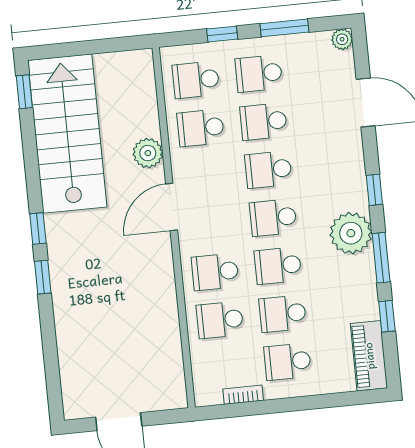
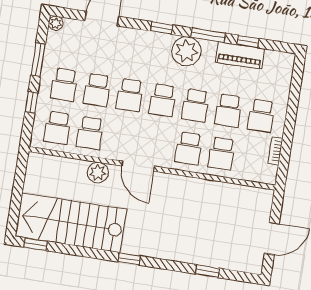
window: (43, 277) -> (208, 271), moved
piano: (369, 356) -> (240, 55), moved

